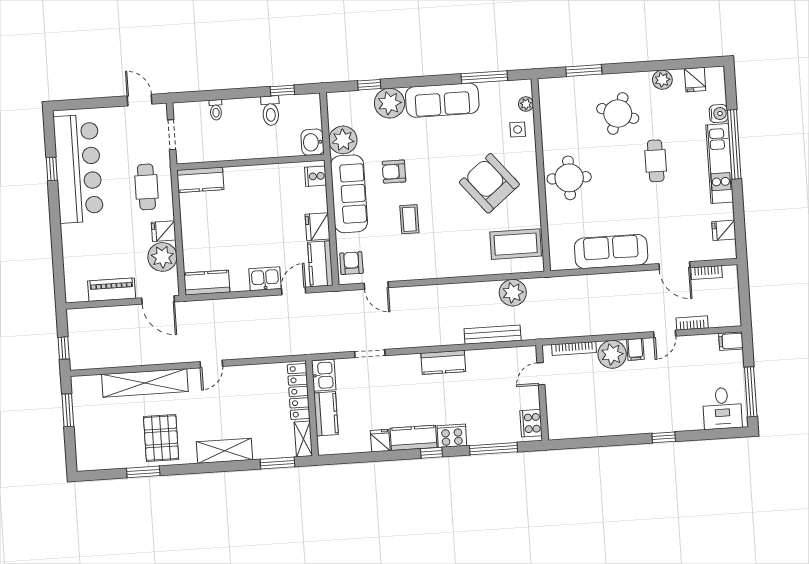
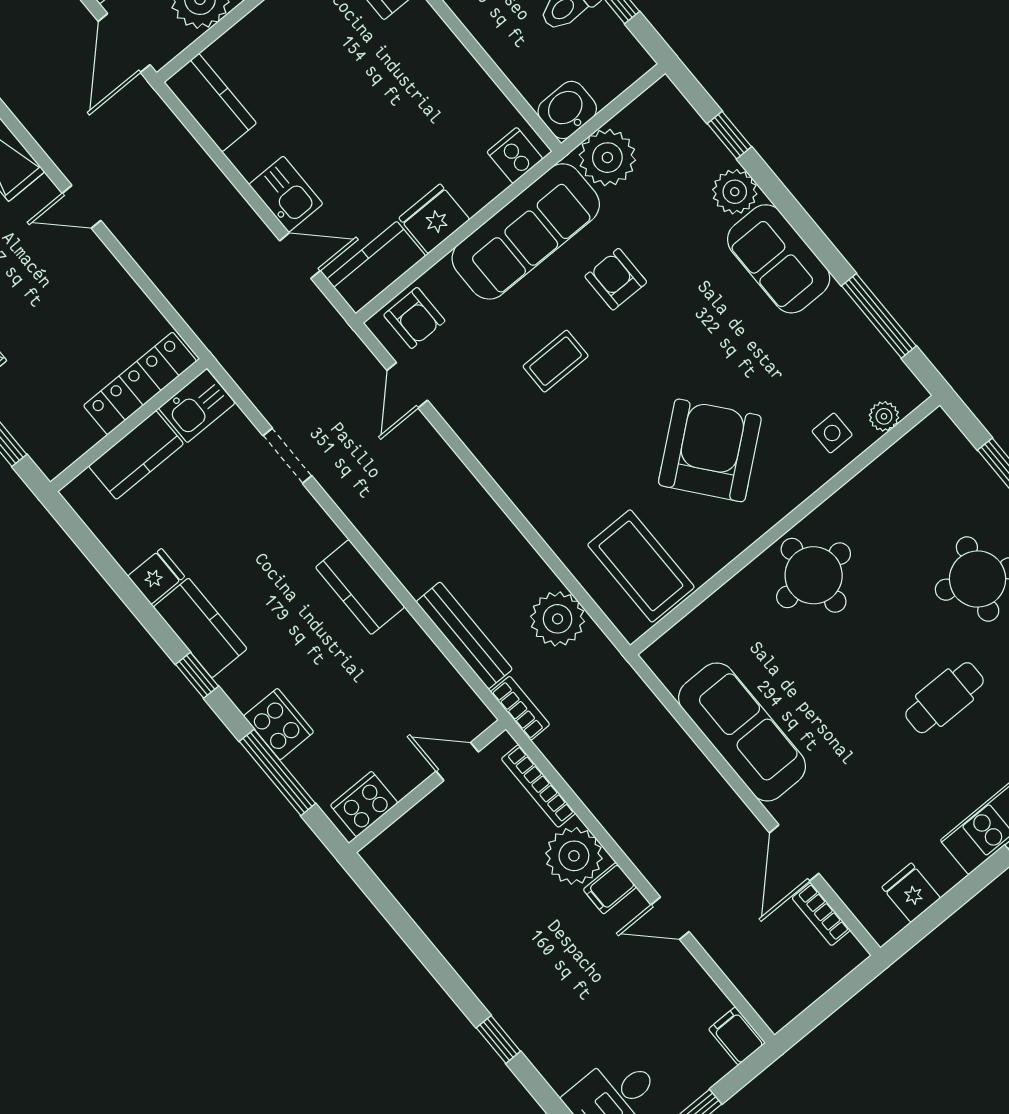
sofa: (442, 100) -> (779, 259), width x0.73
plant: (390, 103) -> (735, 192), width x0.73, depth x0.73
armchair: (351, 263) -> (414, 318), turned 90
bookcase: (692, 323) -> (520, 708), moved
cooker: (452, 436) -> (279, 724), moved
shelving: (303, 439) -> (67, 448), removed

